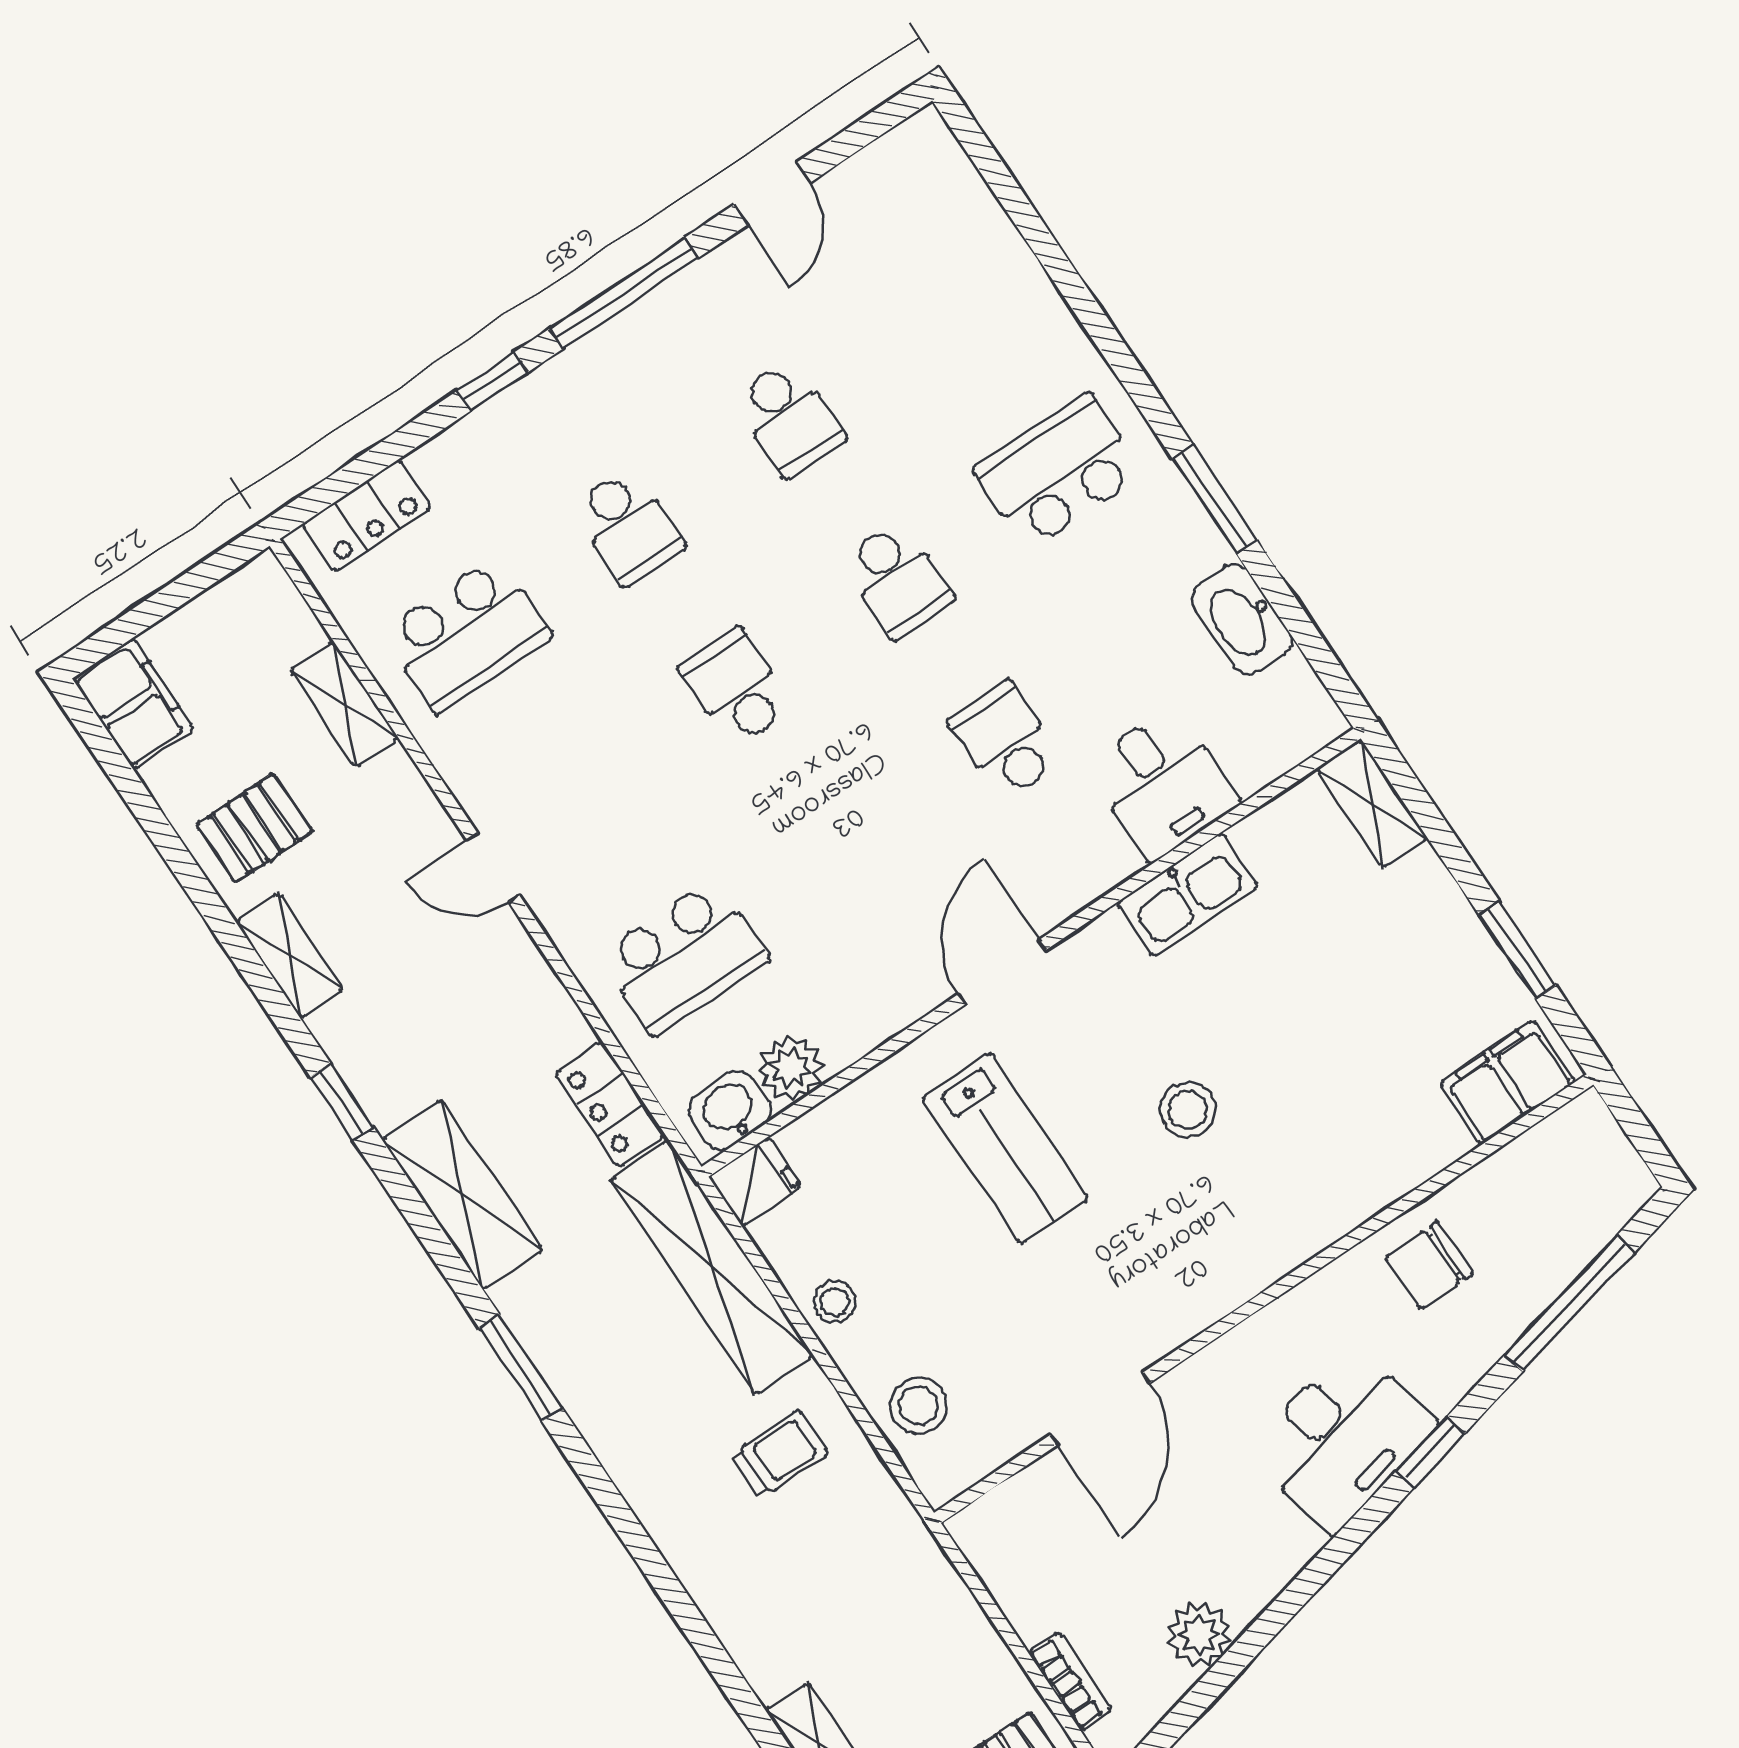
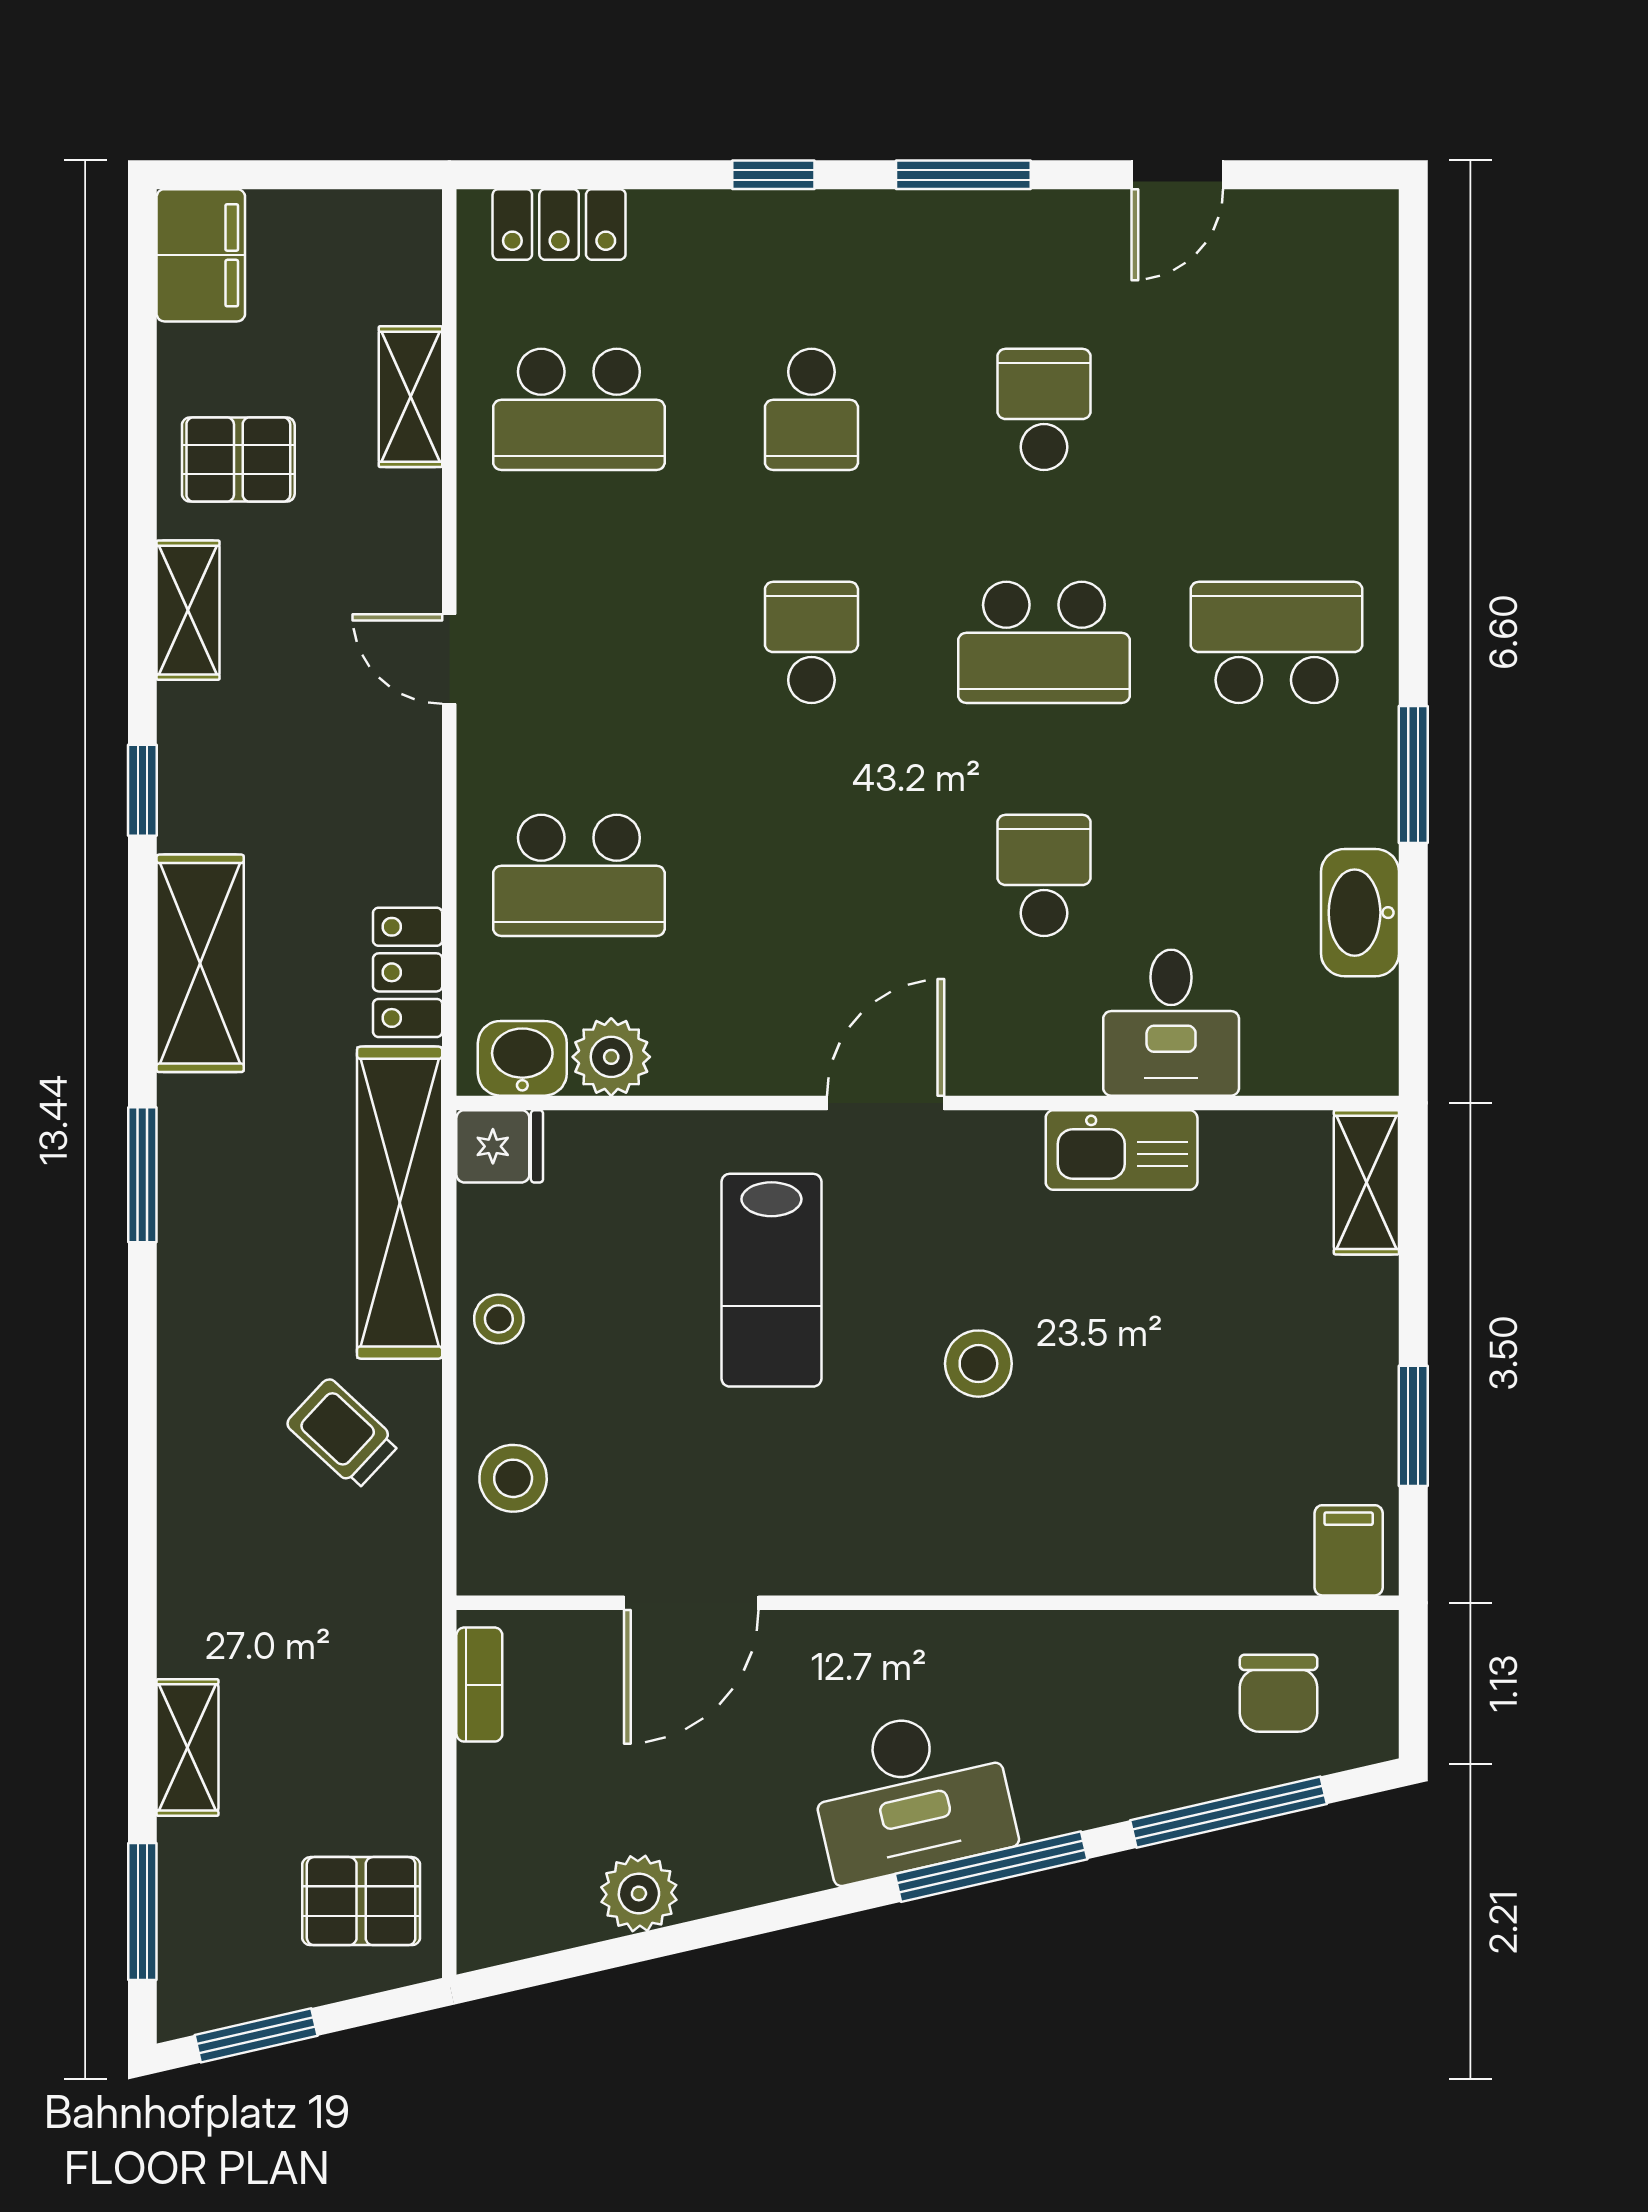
window: (624, 293) -> (963, 175), width x0.69
school desk: (789, 418) -> (1044, 409), turned 180
school desk: (897, 580) -> (1044, 642), width x1.85
filing cabinet: (1507, 1082) -> (1349, 1550), width x0.50
chair: (1429, 1265) -> (1279, 1693), moved, turned -90
window: (1430, 1452) -> (991, 1867), width x2.17
trolley: (780, 1454) -> (343, 1434), turned -137
bookcase: (1070, 1681) -> (479, 1685), moved

